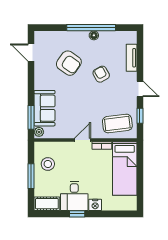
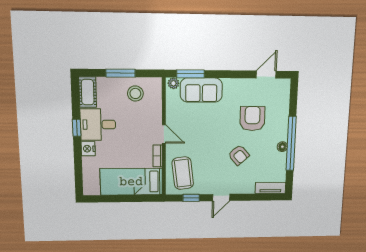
tv unit: (132, 58) -> (270, 188), moved
armchair: (69, 63) -> (252, 119), turned 145
armchair: (101, 74) -> (239, 155), turned 78

